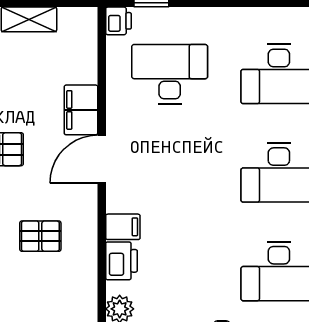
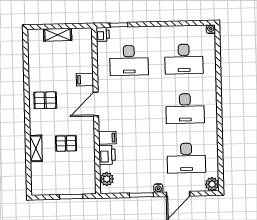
desk: (170, 74) -> (129, 60), turned 180
filing cabinet: (81, 110) -> (85, 80), width x0.50

